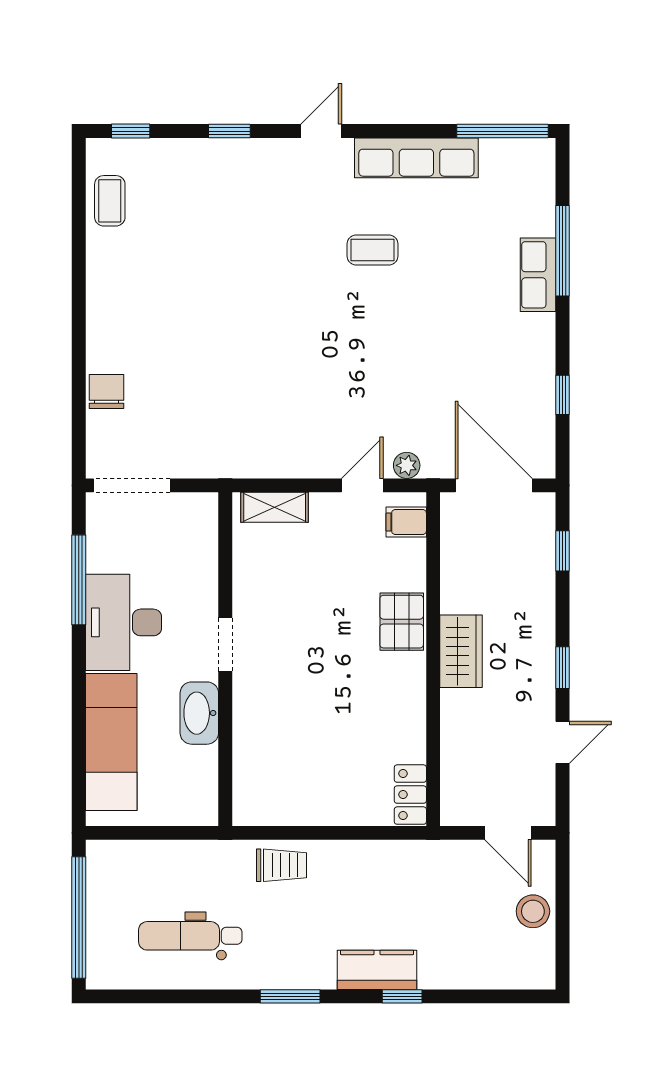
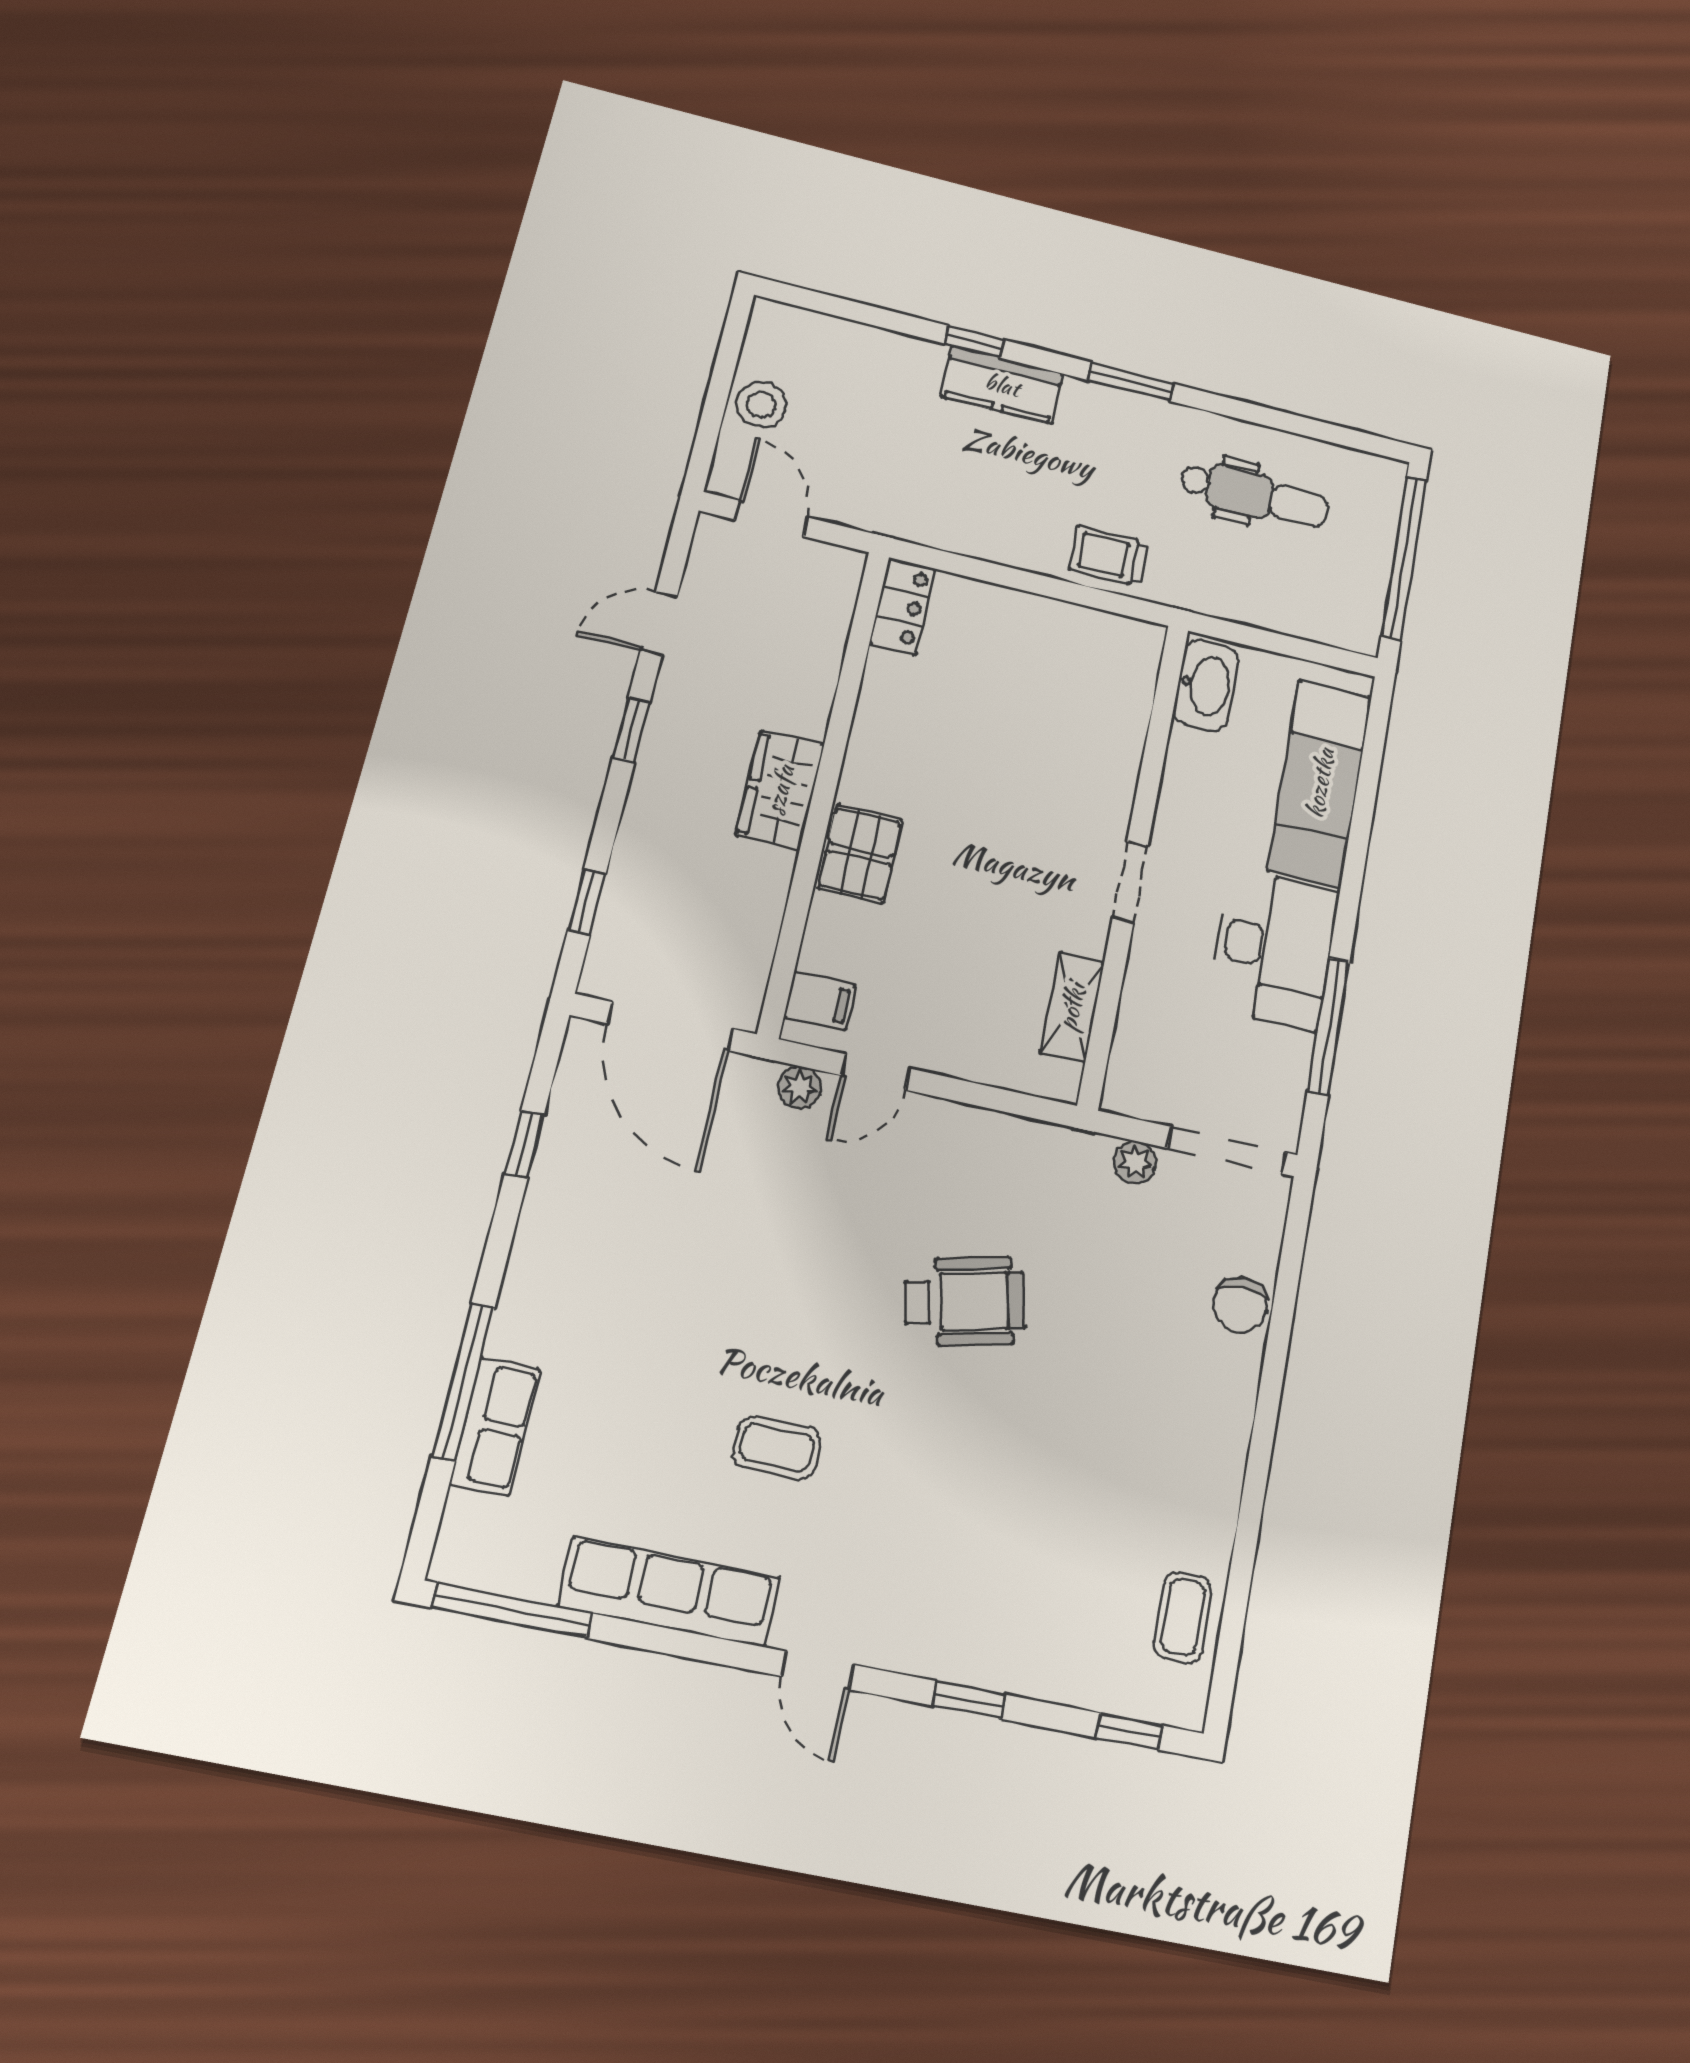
door: (321, 131) -> (817, 1670), hinge flipped
row of seats: (538, 275) -> (495, 1426), moved
wheelchair: (278, 358) -> (965, 1301), added
plant: (189, 465) -> (1135, 1162), added
shelving: (275, 507) -> (1072, 1007), moved, turned 90
washbasin: (199, 713) -> (1206, 685), moved

